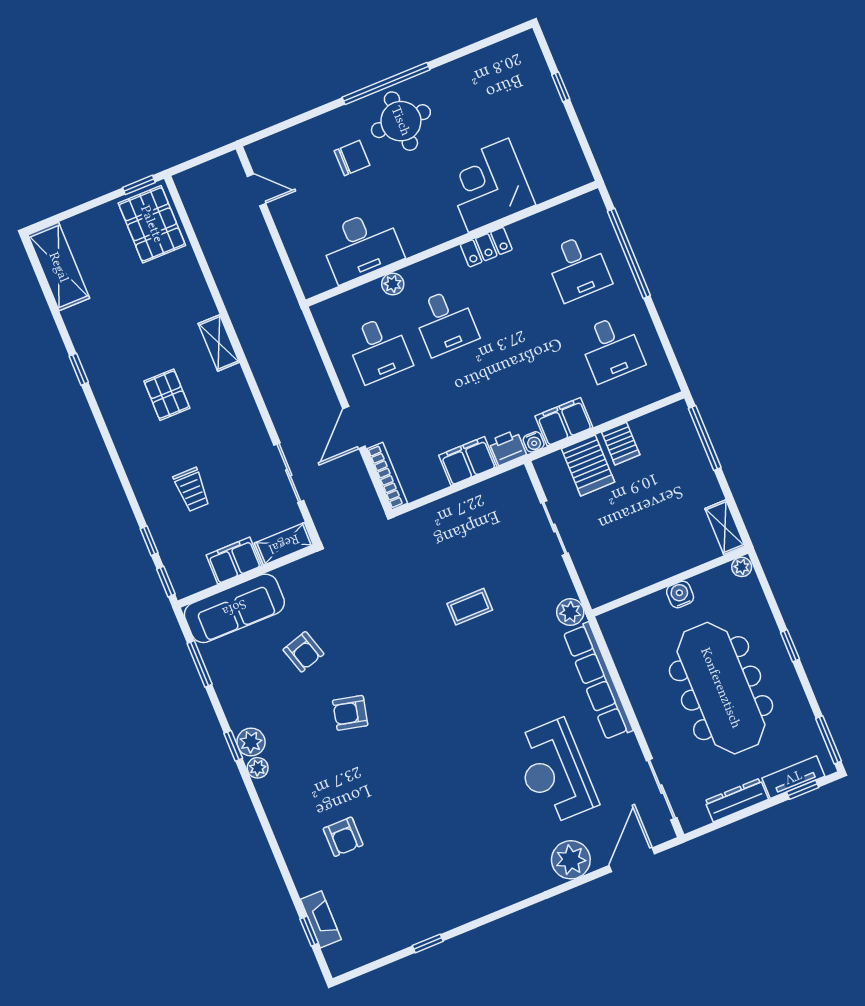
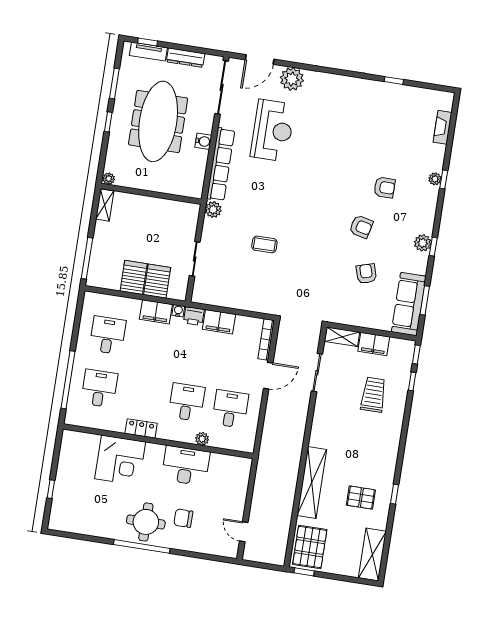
desk: (361, 246) -> (186, 466), moved
shelving: (219, 343) -> (312, 483), width x2.20, depth x1.33
pallet: (167, 395) -> (361, 498), moved, turned 90
server rack: (621, 444) -> (134, 277), width x1.36, depth x1.44
trolley: (192, 490) -> (373, 395), width x1.36, depth x1.39
water cooler: (680, 594) -> (203, 141), moved, turned -90
sofa: (234, 608) -> (409, 304), moved, turned -90
window: (828, 740) -> (114, 83), moved
plant: (258, 768) -> (435, 179), moved
sliding door: (662, 789) -> (222, 87), width x1.37
armchair: (343, 837) -> (384, 187), moved, turned 90
window: (309, 931) -> (444, 179), moved

